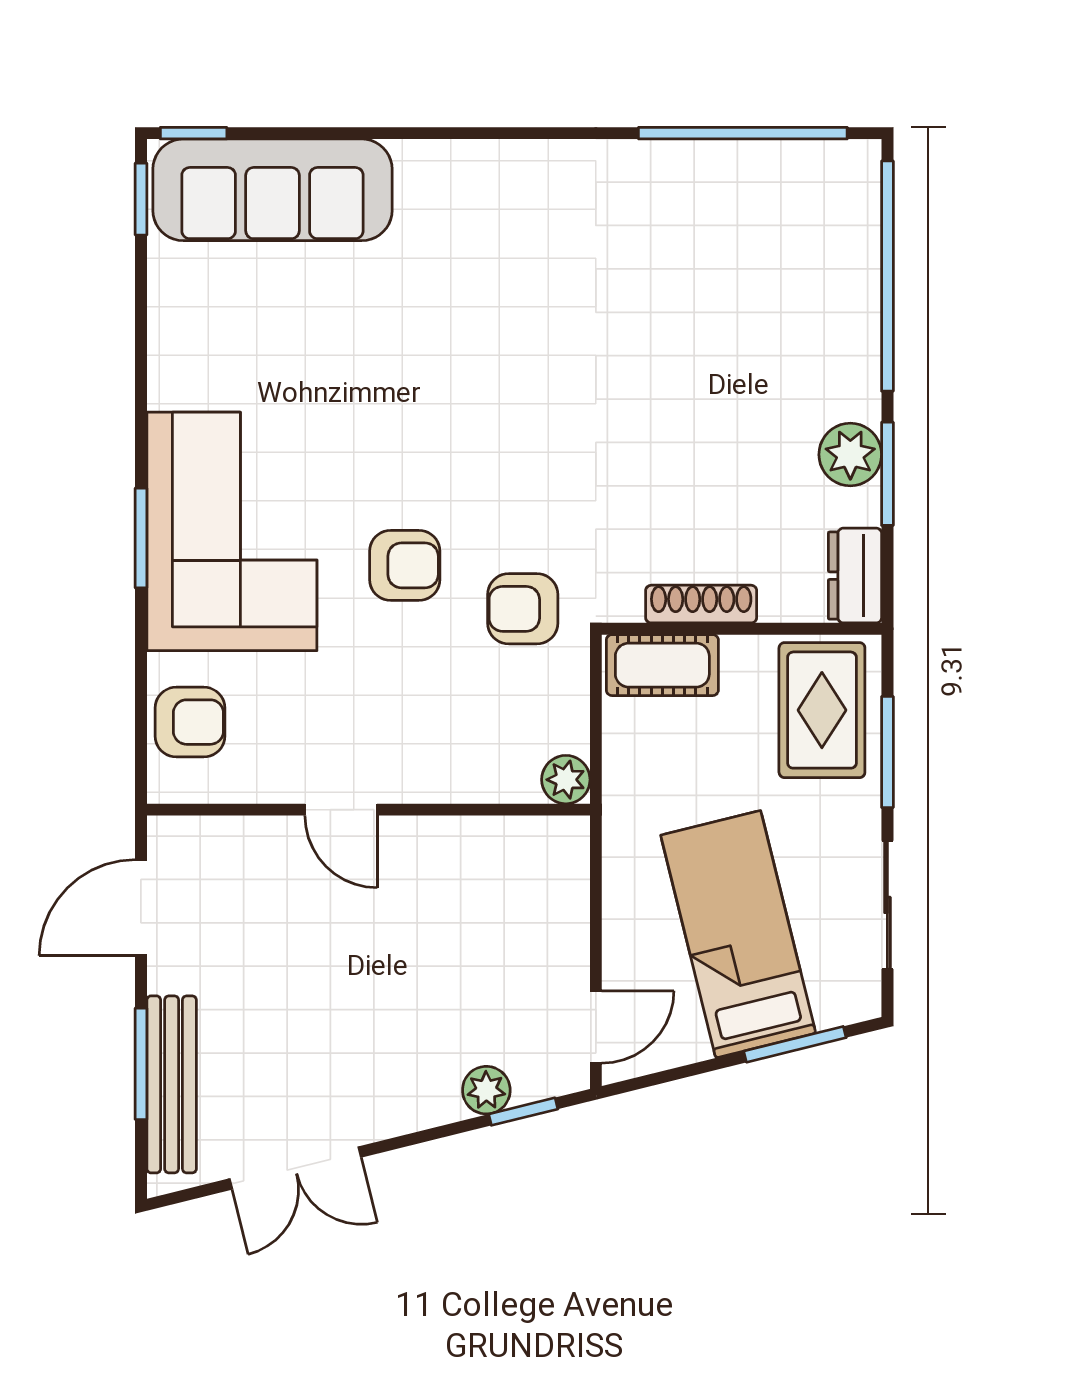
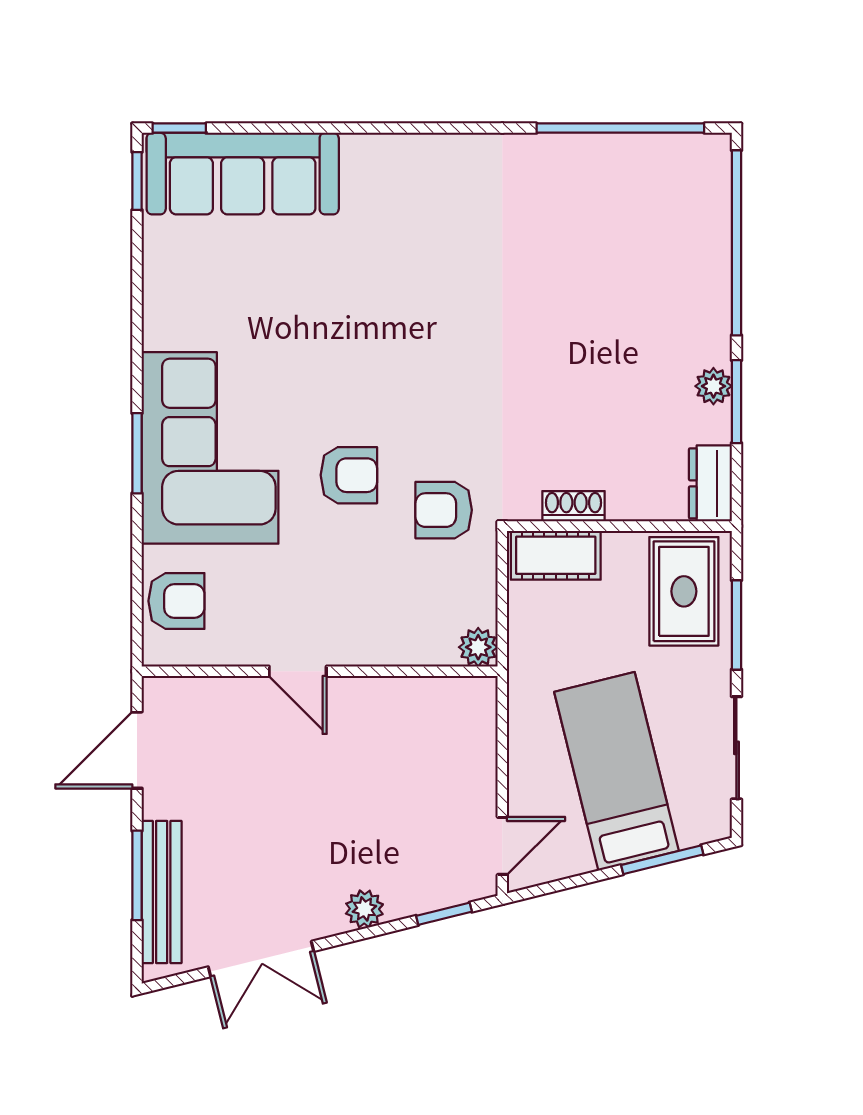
plant: (850, 455) -> (713, 386), width x0.73, depth x0.73
shoe rack: (701, 604) -> (574, 506), width x0.70
plant: (486, 1090) -> (364, 909), moved

